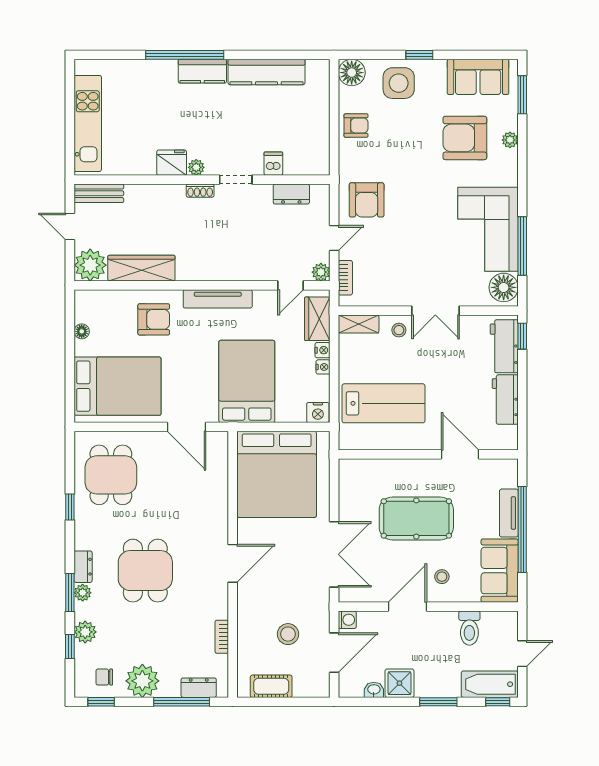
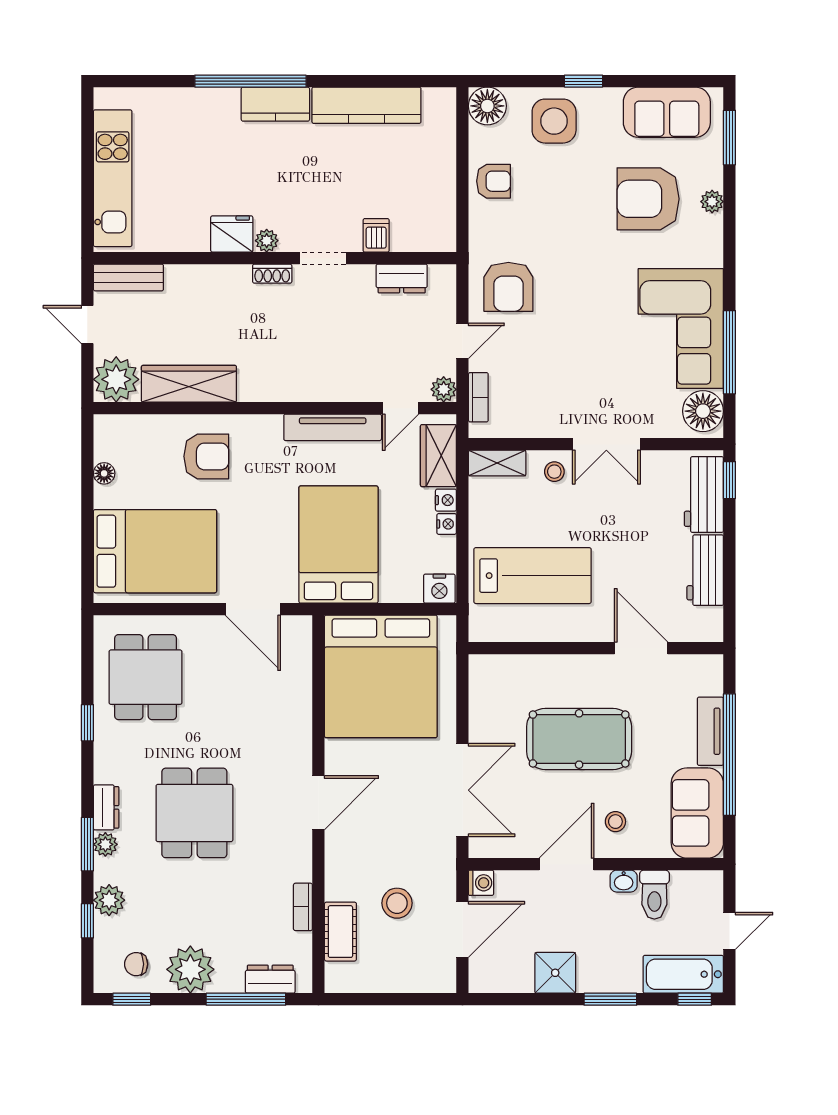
tv unit: (218, 299) -> (333, 427), moved
cot: (271, 686) -> (340, 932), moved, turned 90
washbasin: (374, 690) -> (624, 881), moved, turned 180

